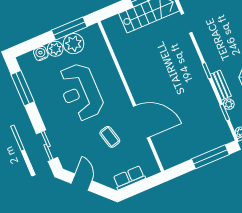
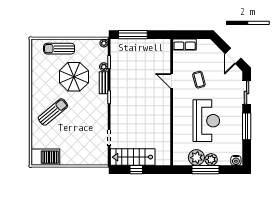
window: (69, 28) -> (206, 170), moved
water cooler: (41, 53) -> (236, 160), moved
window: (23, 88) -> (247, 126), moved
door: (141, 122) -> (172, 81), width x0.53
row of seats: (129, 178) -> (185, 44), moved

